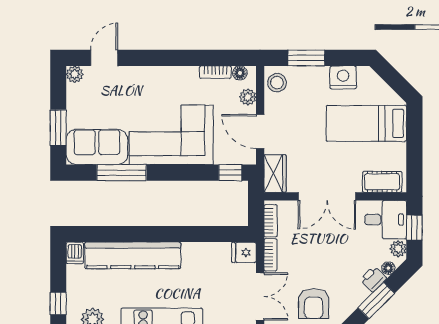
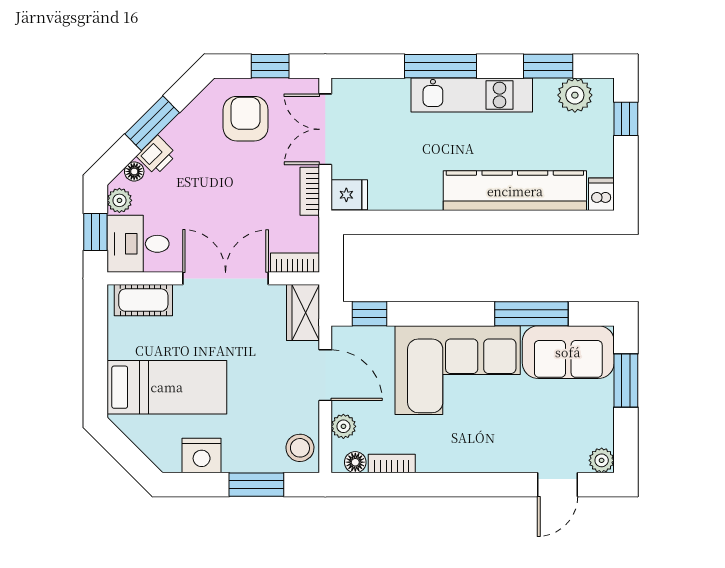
bookcase: (271, 221) -> (295, 263), moved, turned 90

